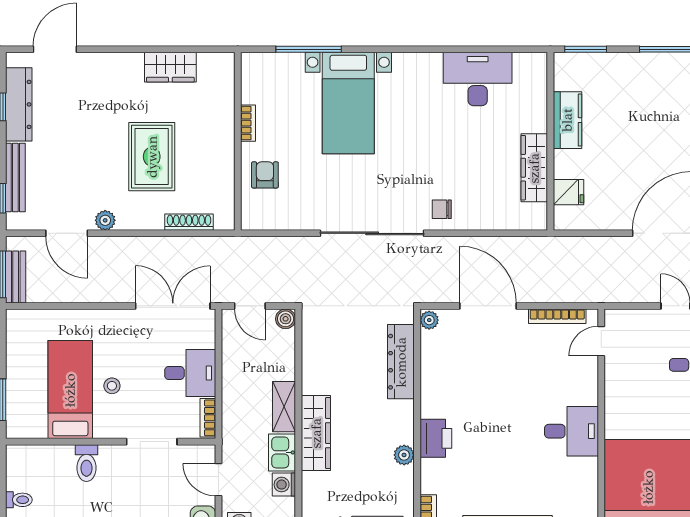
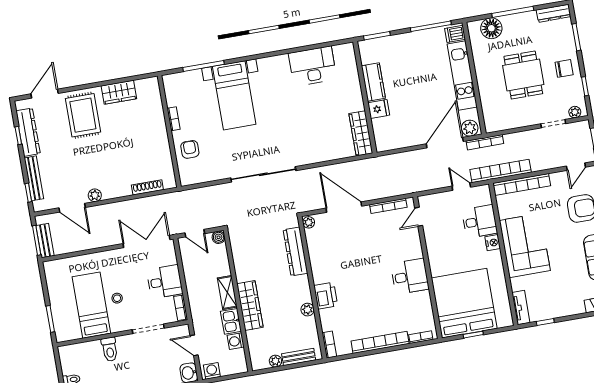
rug: (152, 157) -> (83, 115), moved
wardrobe: (534, 168) -> (361, 133), moved
fridge: (568, 192) -> (379, 109), moved
chair: (442, 209) -> (304, 152), removed

